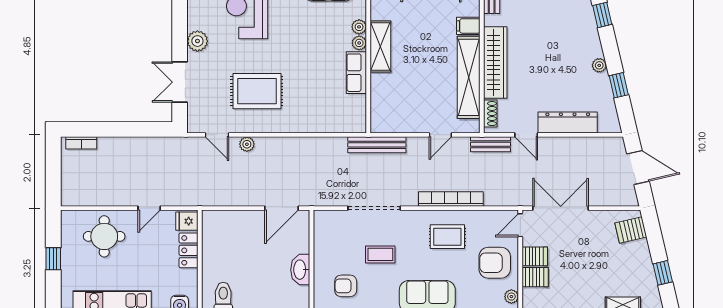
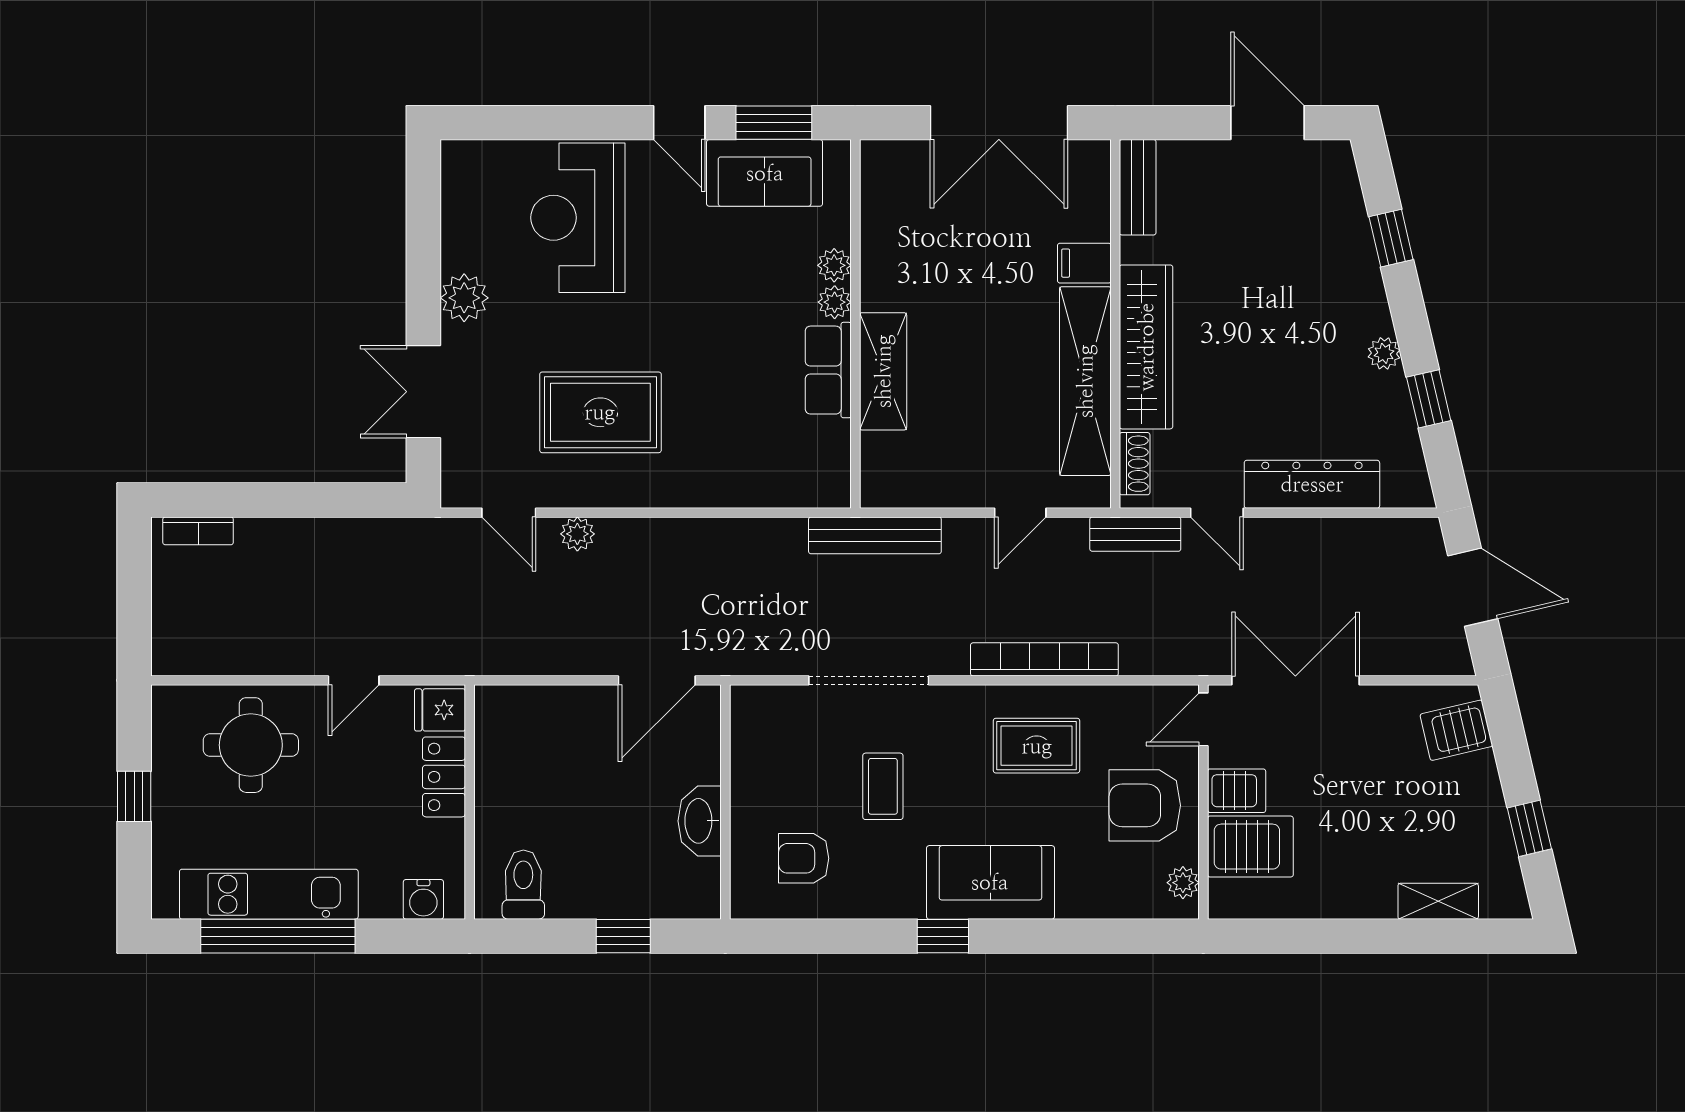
shelving: (380, 46) -> (883, 371), moved
coffee table: (380, 254) -> (883, 786), turned 90
server rack: (535, 277) -> (1250, 847), width x1.36, depth x1.44

